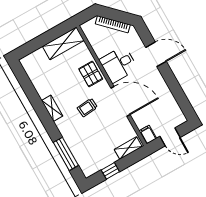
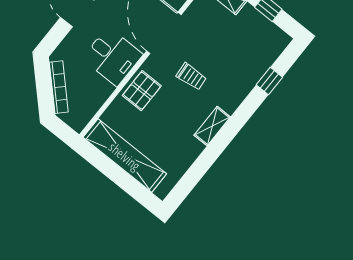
shelving: (63, 43) -> (125, 156), width x1.47
window: (66, 154) -> (269, 81), width x0.46

